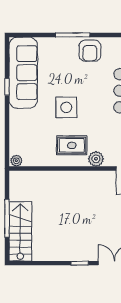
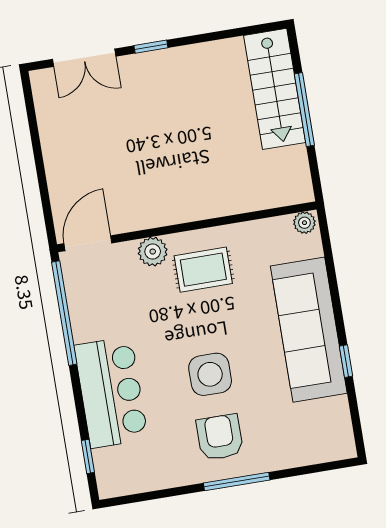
armchair: (90, 51) -> (220, 437), moved
sofa: (23, 73) -> (309, 330), moved
side table: (66, 107) -> (210, 374), moved

